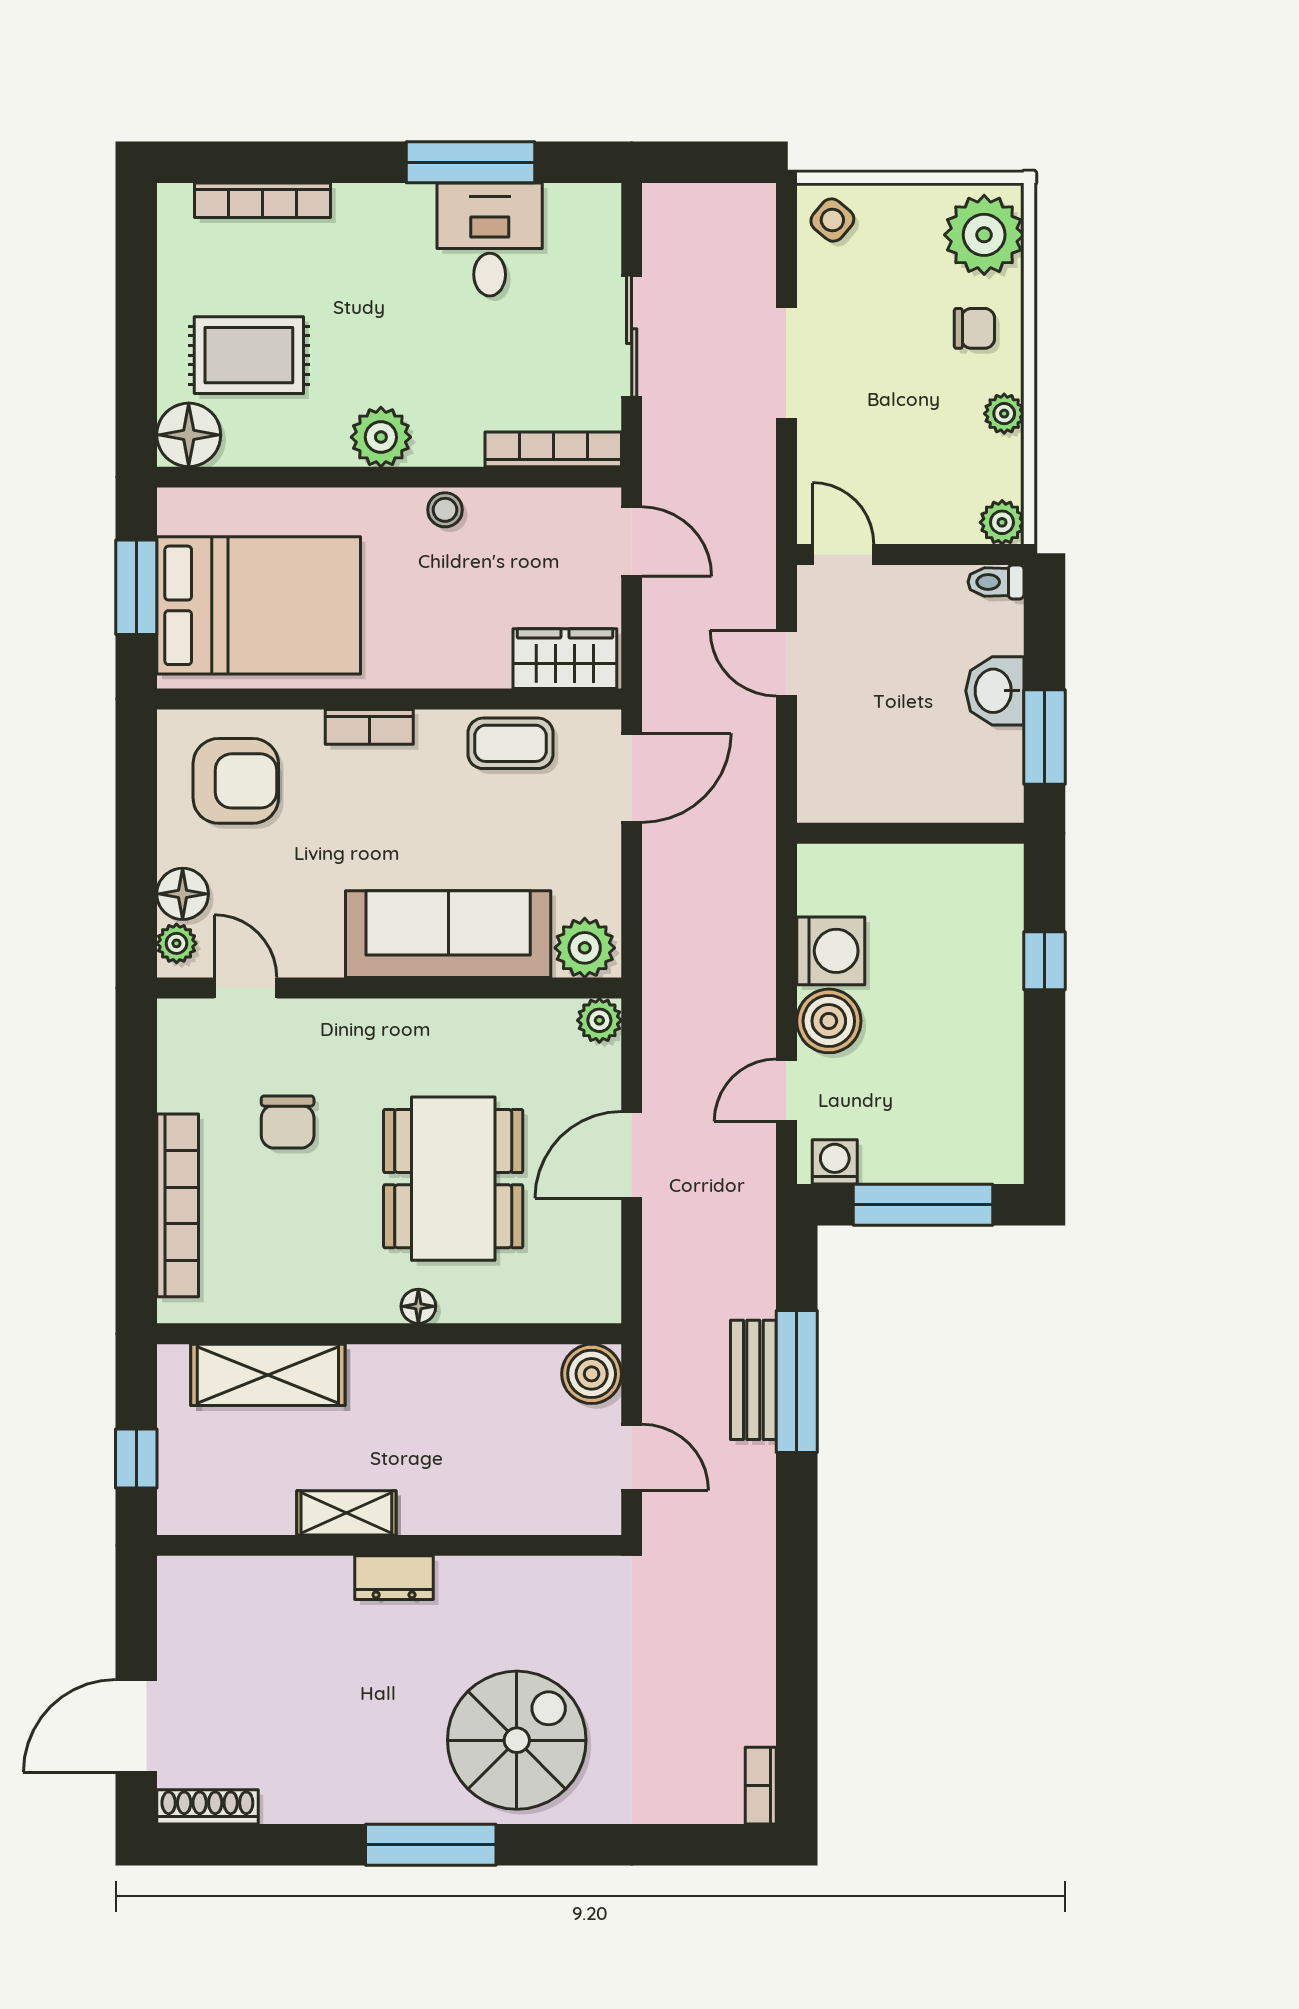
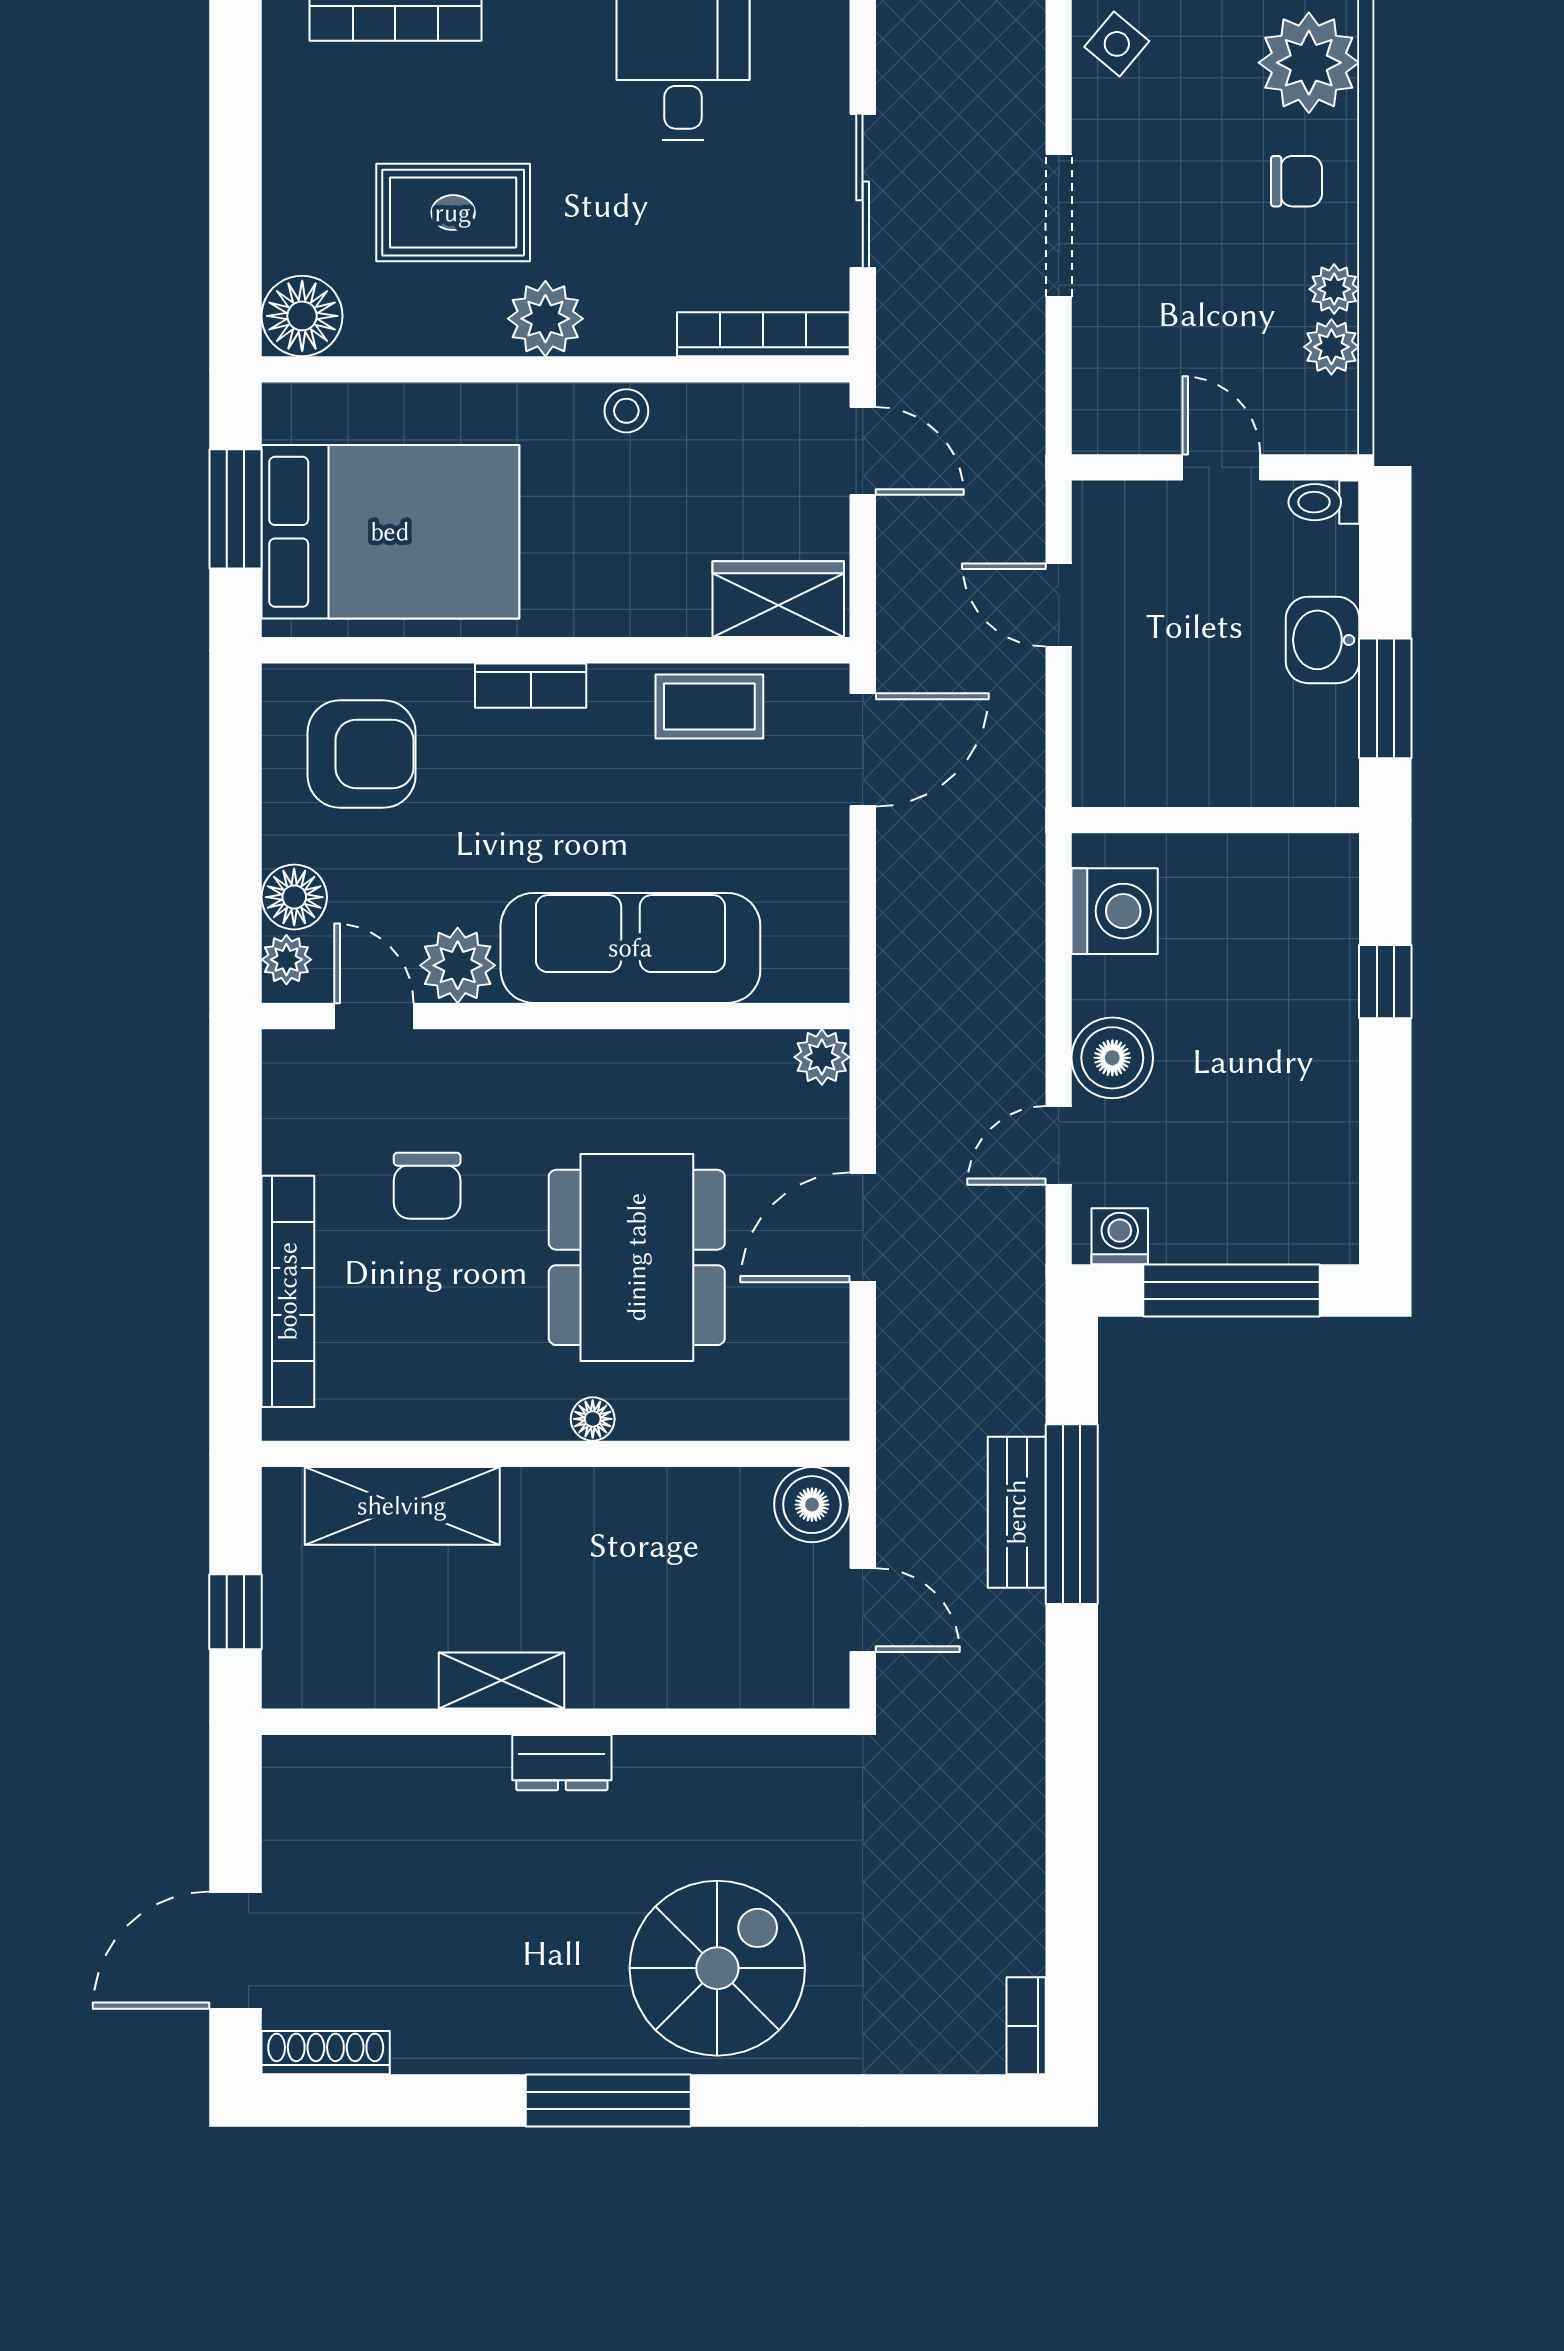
rug: (249, 355) -> (453, 213), moved
plant: (1002, 522) -> (1331, 347), moved
door: (843, 555) -> (1221, 467), moved
plant: (585, 948) -> (458, 965), moved
washing machine: (831, 951) -> (1115, 911), moved

